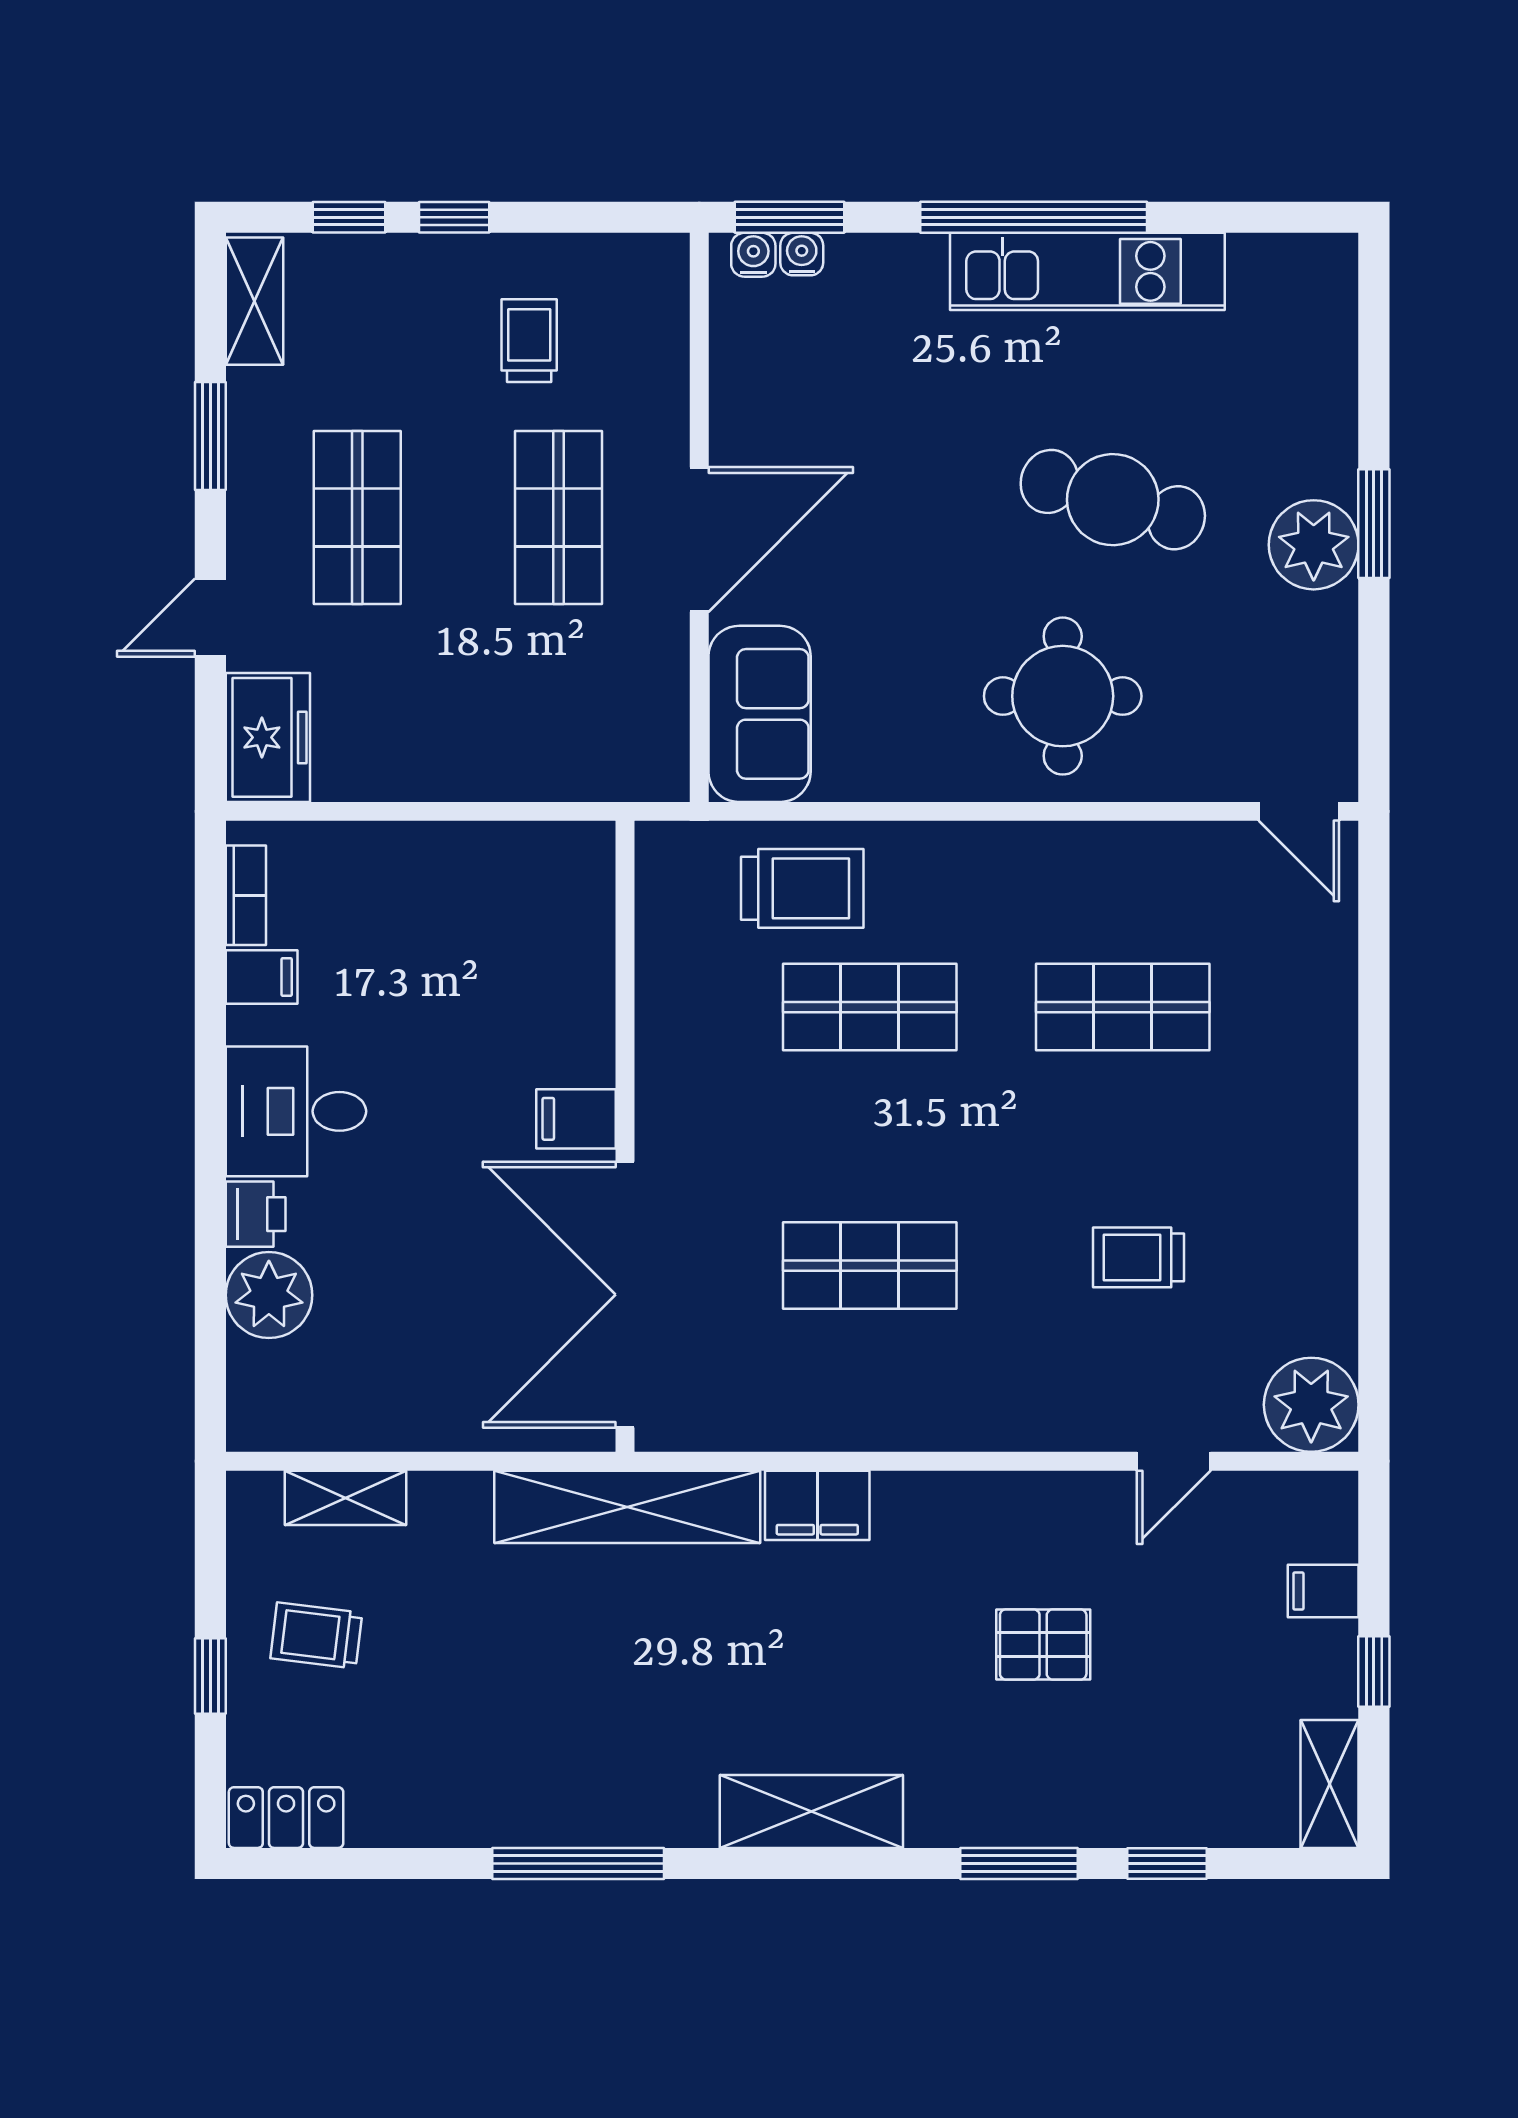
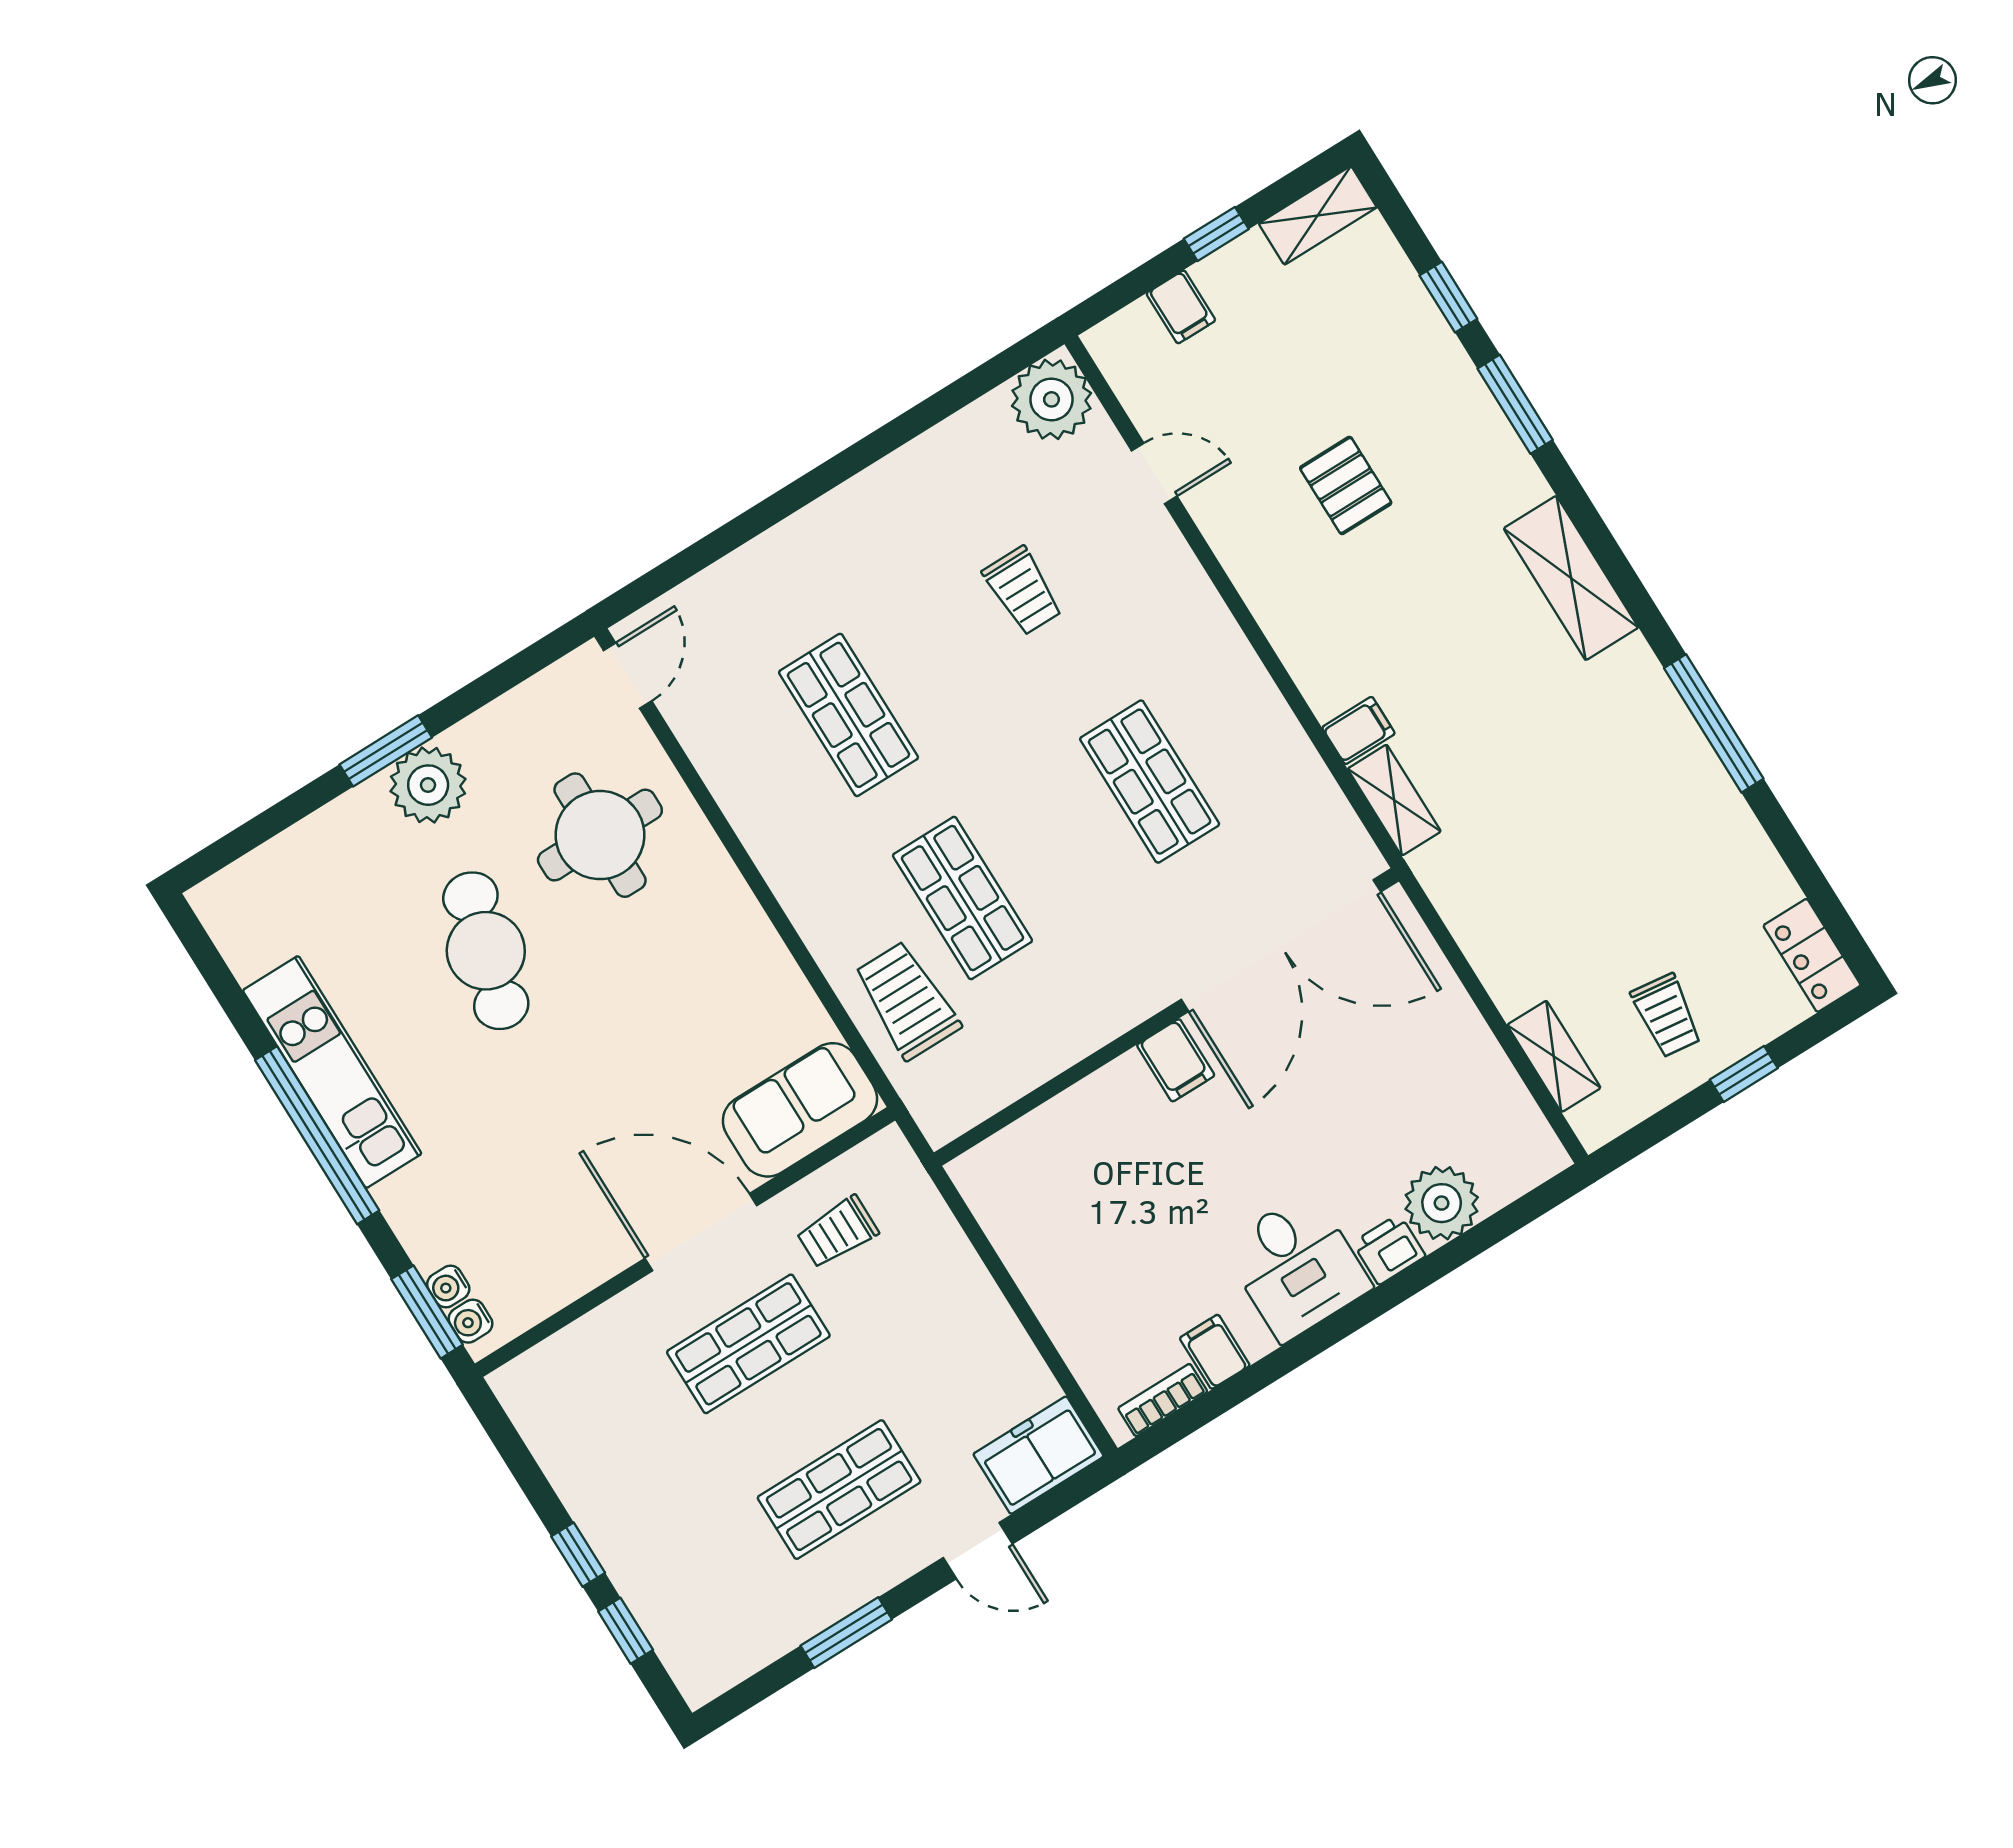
shelving: (254, 301) -> (729, 1661), removed
trolley: (529, 341) -> (837, 1232), moved
round table: (1063, 696) -> (600, 835), moved
filing cabinet: (817, 1505) -> (1359, 730), width x0.50
shelving: (627, 1507) -> (1394, 800), width x0.45, depth x0.75

